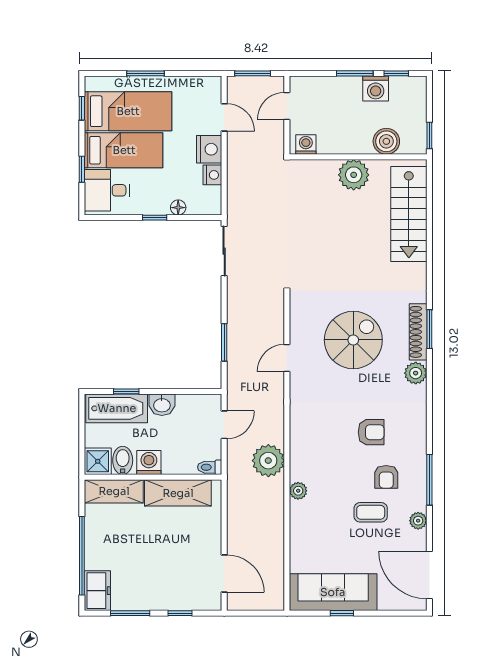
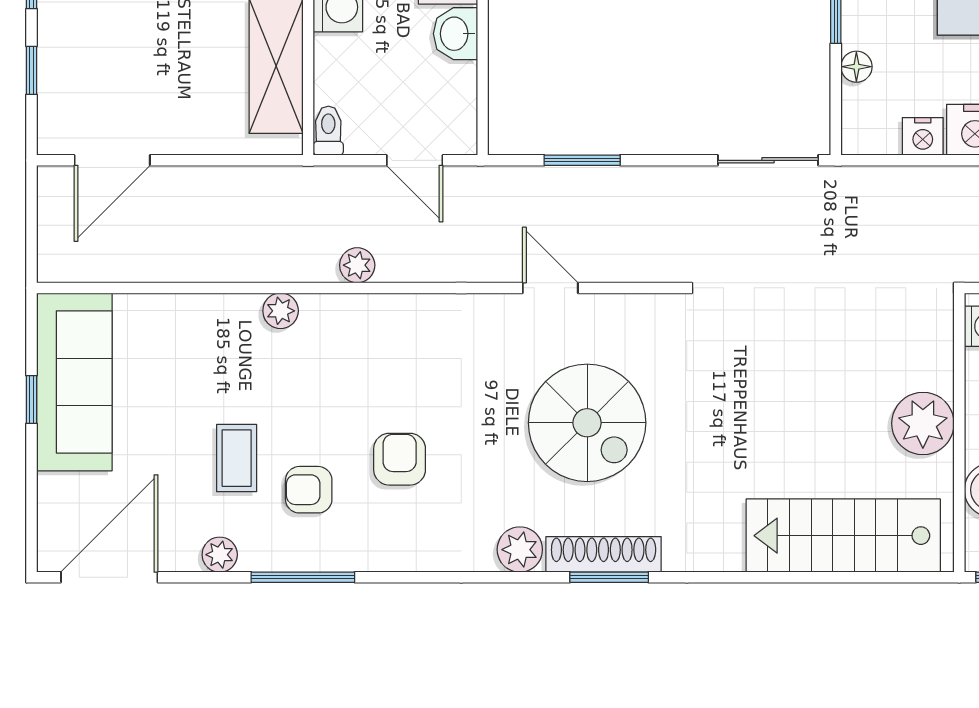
armchair: (371, 432) -> (400, 459), turned 180
plant: (268, 461) -> (357, 265), width x0.53, depth x0.53

